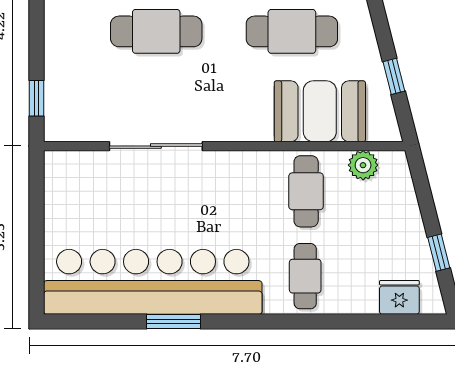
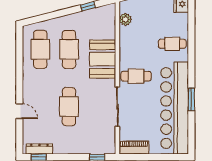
booth: (320, 111) -> (103, 59), moved
piano: (59, 185) -> (134, 147), added
cafe table: (306, 191) -> (136, 76), moved

